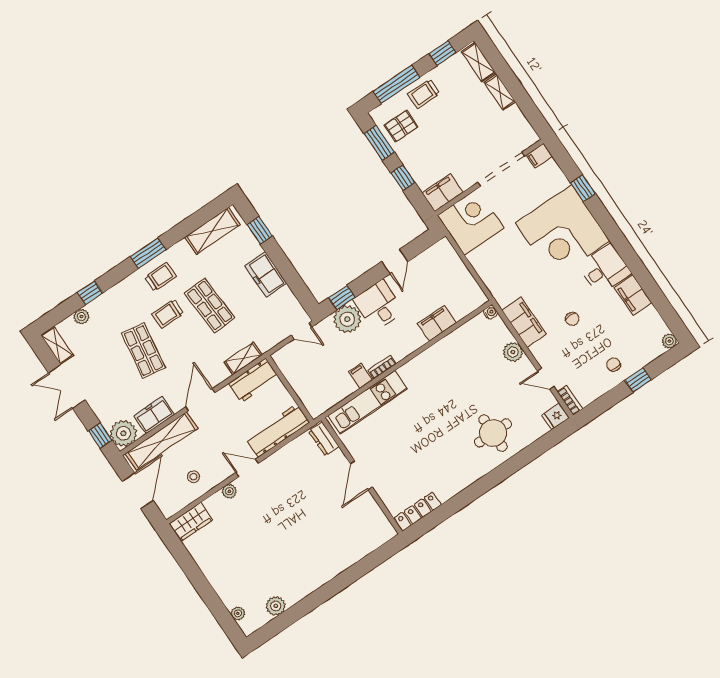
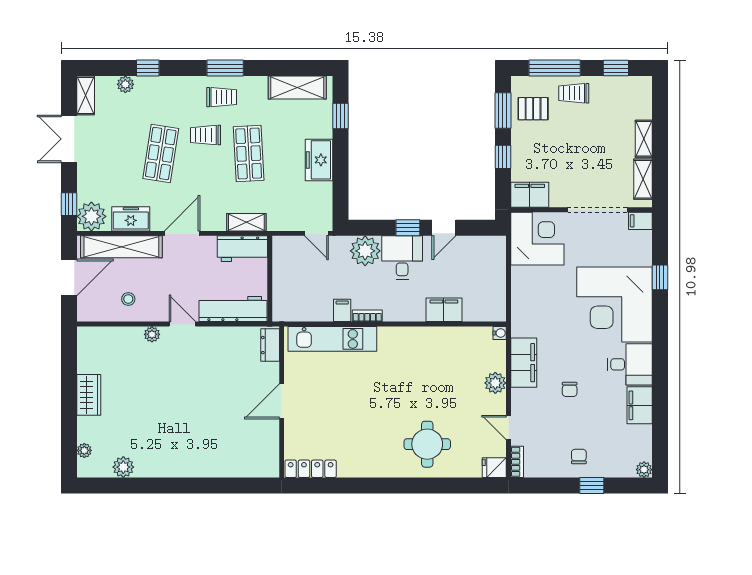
shelving: (478, 62) -> (643, 179), moved
window: (342, 298) -> (408, 228), moved
wardrobe: (191, 522) -> (89, 395), moved, turned -90

